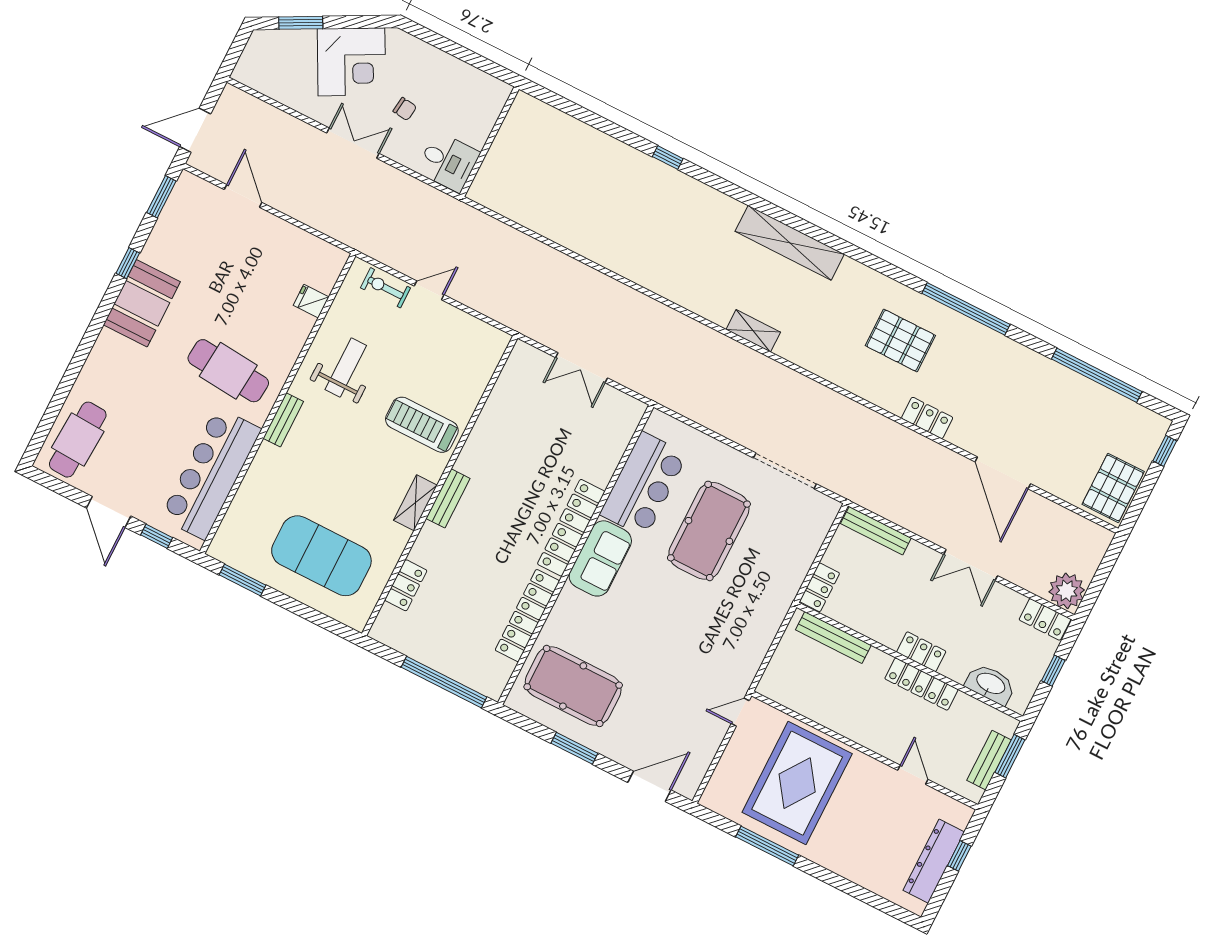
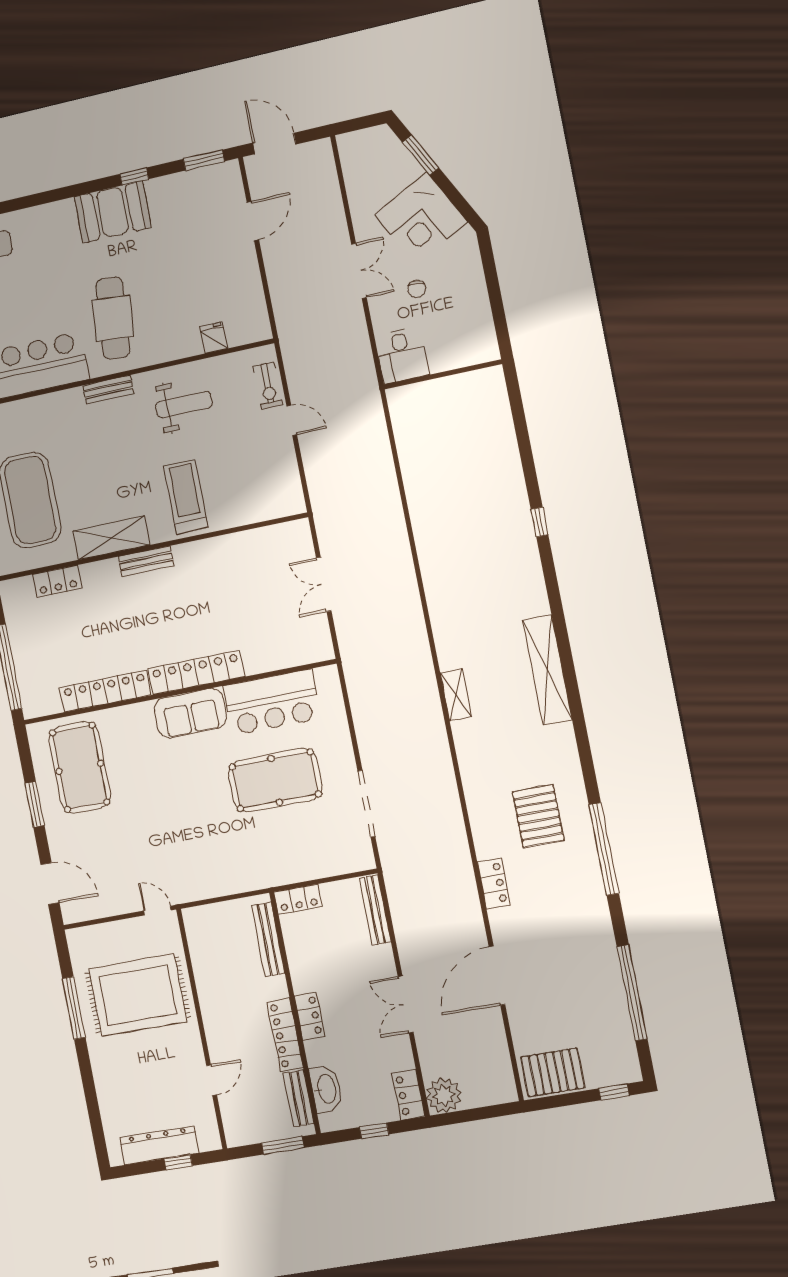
exercise bike: (385, 288) -> (268, 386), turned 180
shelving: (415, 503) -> (111, 538), width x1.50, depth x1.33
bench: (989, 760) -> (299, 1098), moved, turned 90

